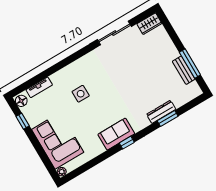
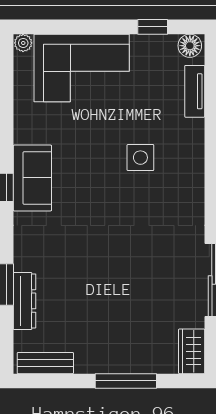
window: (190, 64) -> (126, 381), moved
bench: (184, 70) -> (45, 363), moved
dresser: (161, 112) -> (24, 301), moved

